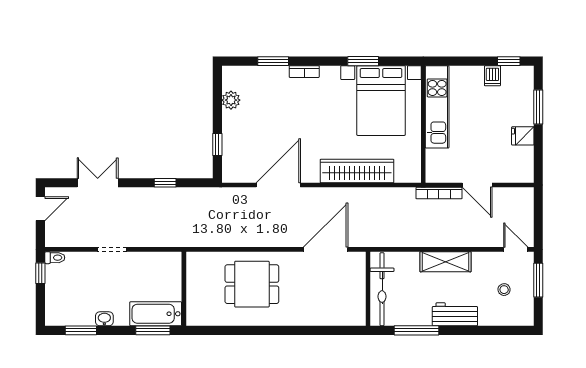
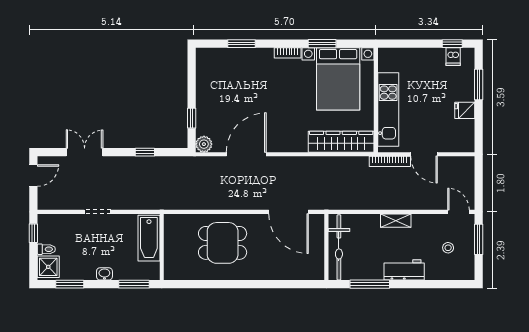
bookcase: (304, 72) -> (288, 53), moved
dishwasher: (492, 76) -> (453, 57), moved
plant: (231, 100) -> (204, 144), moved
kitchen unit: (437, 107) -> (388, 110), moved
wardrobe: (357, 171) -> (341, 142), moved
door: (326, 249) -> (288, 212), swing flipped
toilet: (55, 258) -> (46, 249), moved
shelving: (446, 262) -> (396, 221), width x0.67, depth x0.75
shower: (57, 311) -> (48, 267), added
bathtub: (156, 314) -> (149, 238), moved, turned -90
washbasin: (104, 319) -> (104, 274), moved

